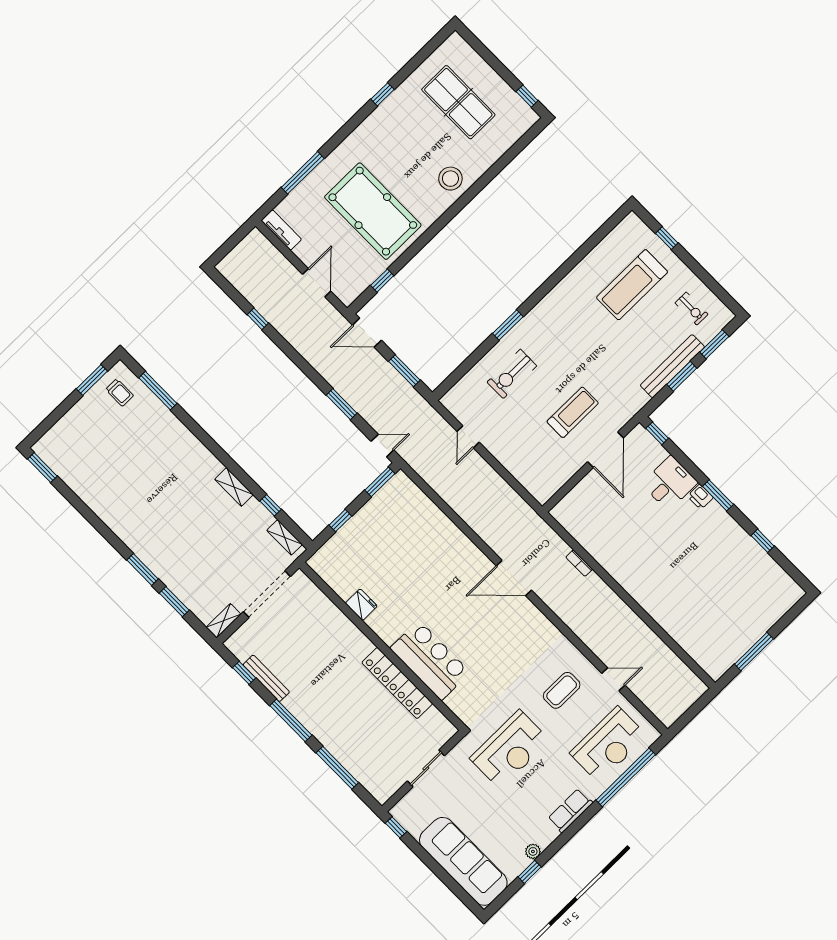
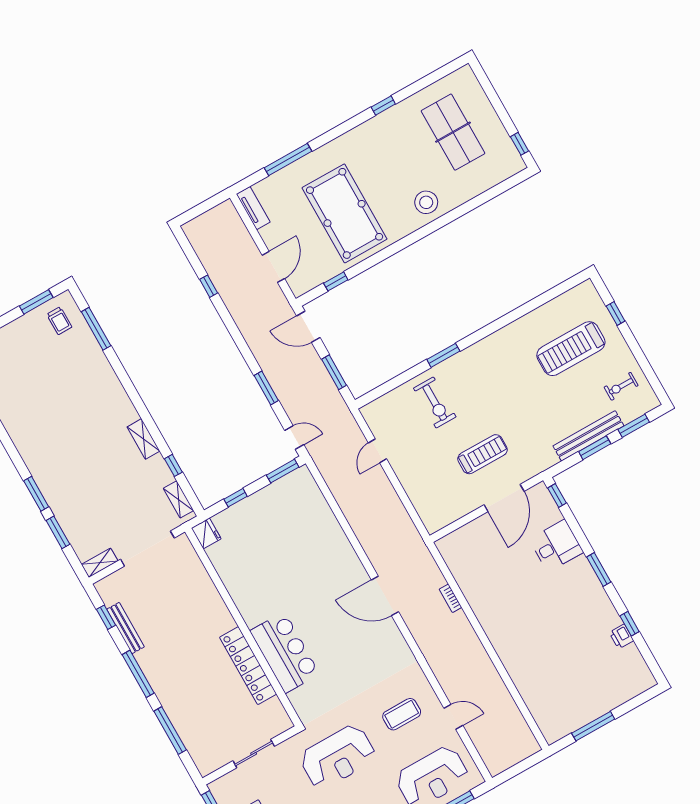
exercise bike: (692, 309) -> (621, 386), turned 90
exercise bike: (512, 374) -> (435, 403), turned -90
printer: (700, 497) -> (621, 637), moved
fridge: (361, 605) -> (206, 533), moved

